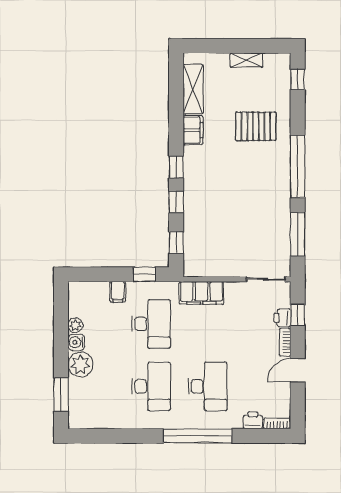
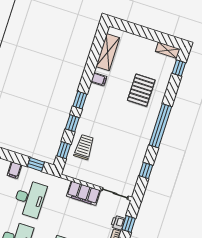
shelving: (247, 60) -> (168, 50), moved
pallet: (256, 126) -> (141, 90), turned 90
filing cabinet: (193, 130) -> (99, 79), width x0.50
trolley: (203, 229) -> (84, 147), added
window: (298, 234) -> (146, 171), width x0.46
filing cabinet: (201, 293) -> (83, 193), moved

